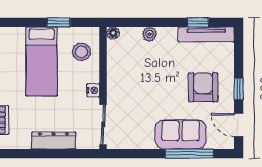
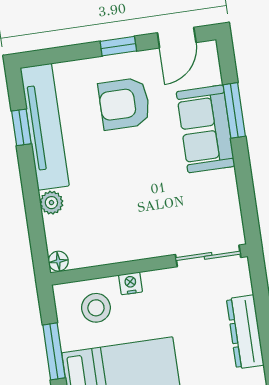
window: (59, 22) -> (54, 351), width x1.50
tv unit: (206, 34) -> (45, 127), width x1.36, depth x1.29
nightstand: (93, 90) -> (131, 283), moved
window: (189, 154) -> (234, 110), width x0.69

